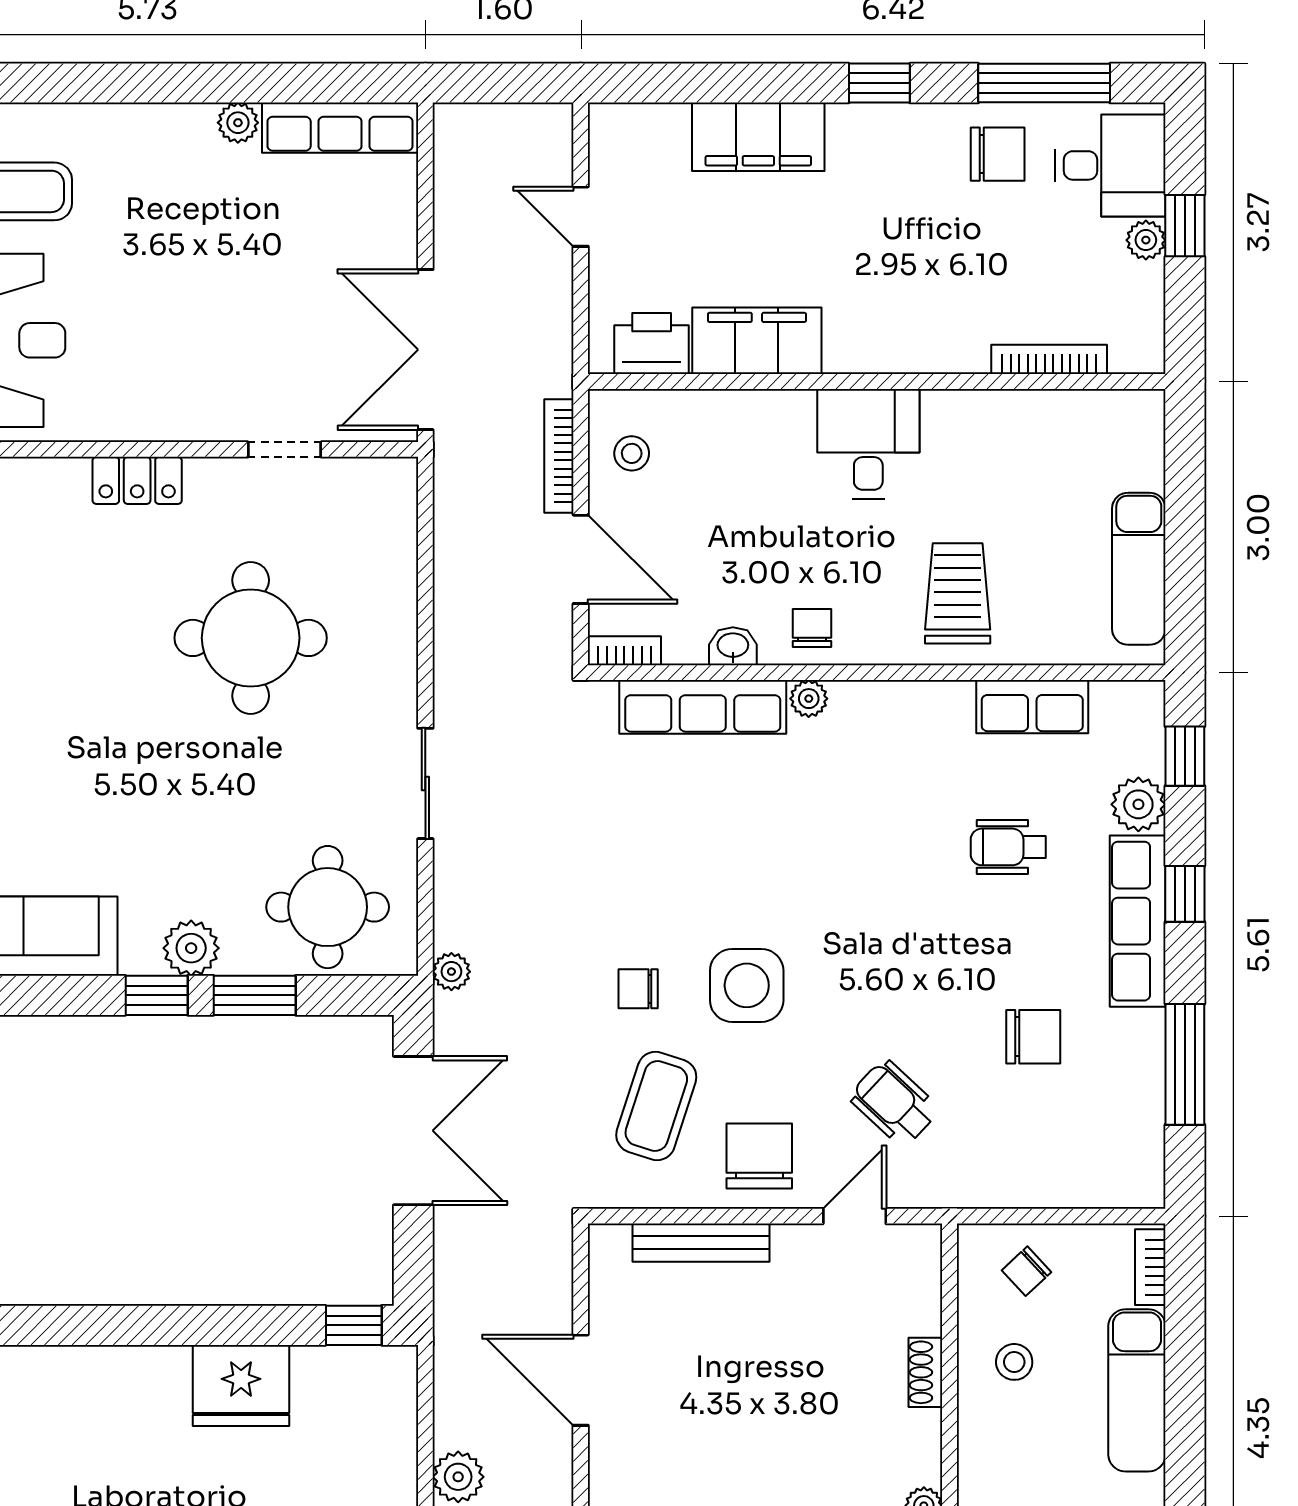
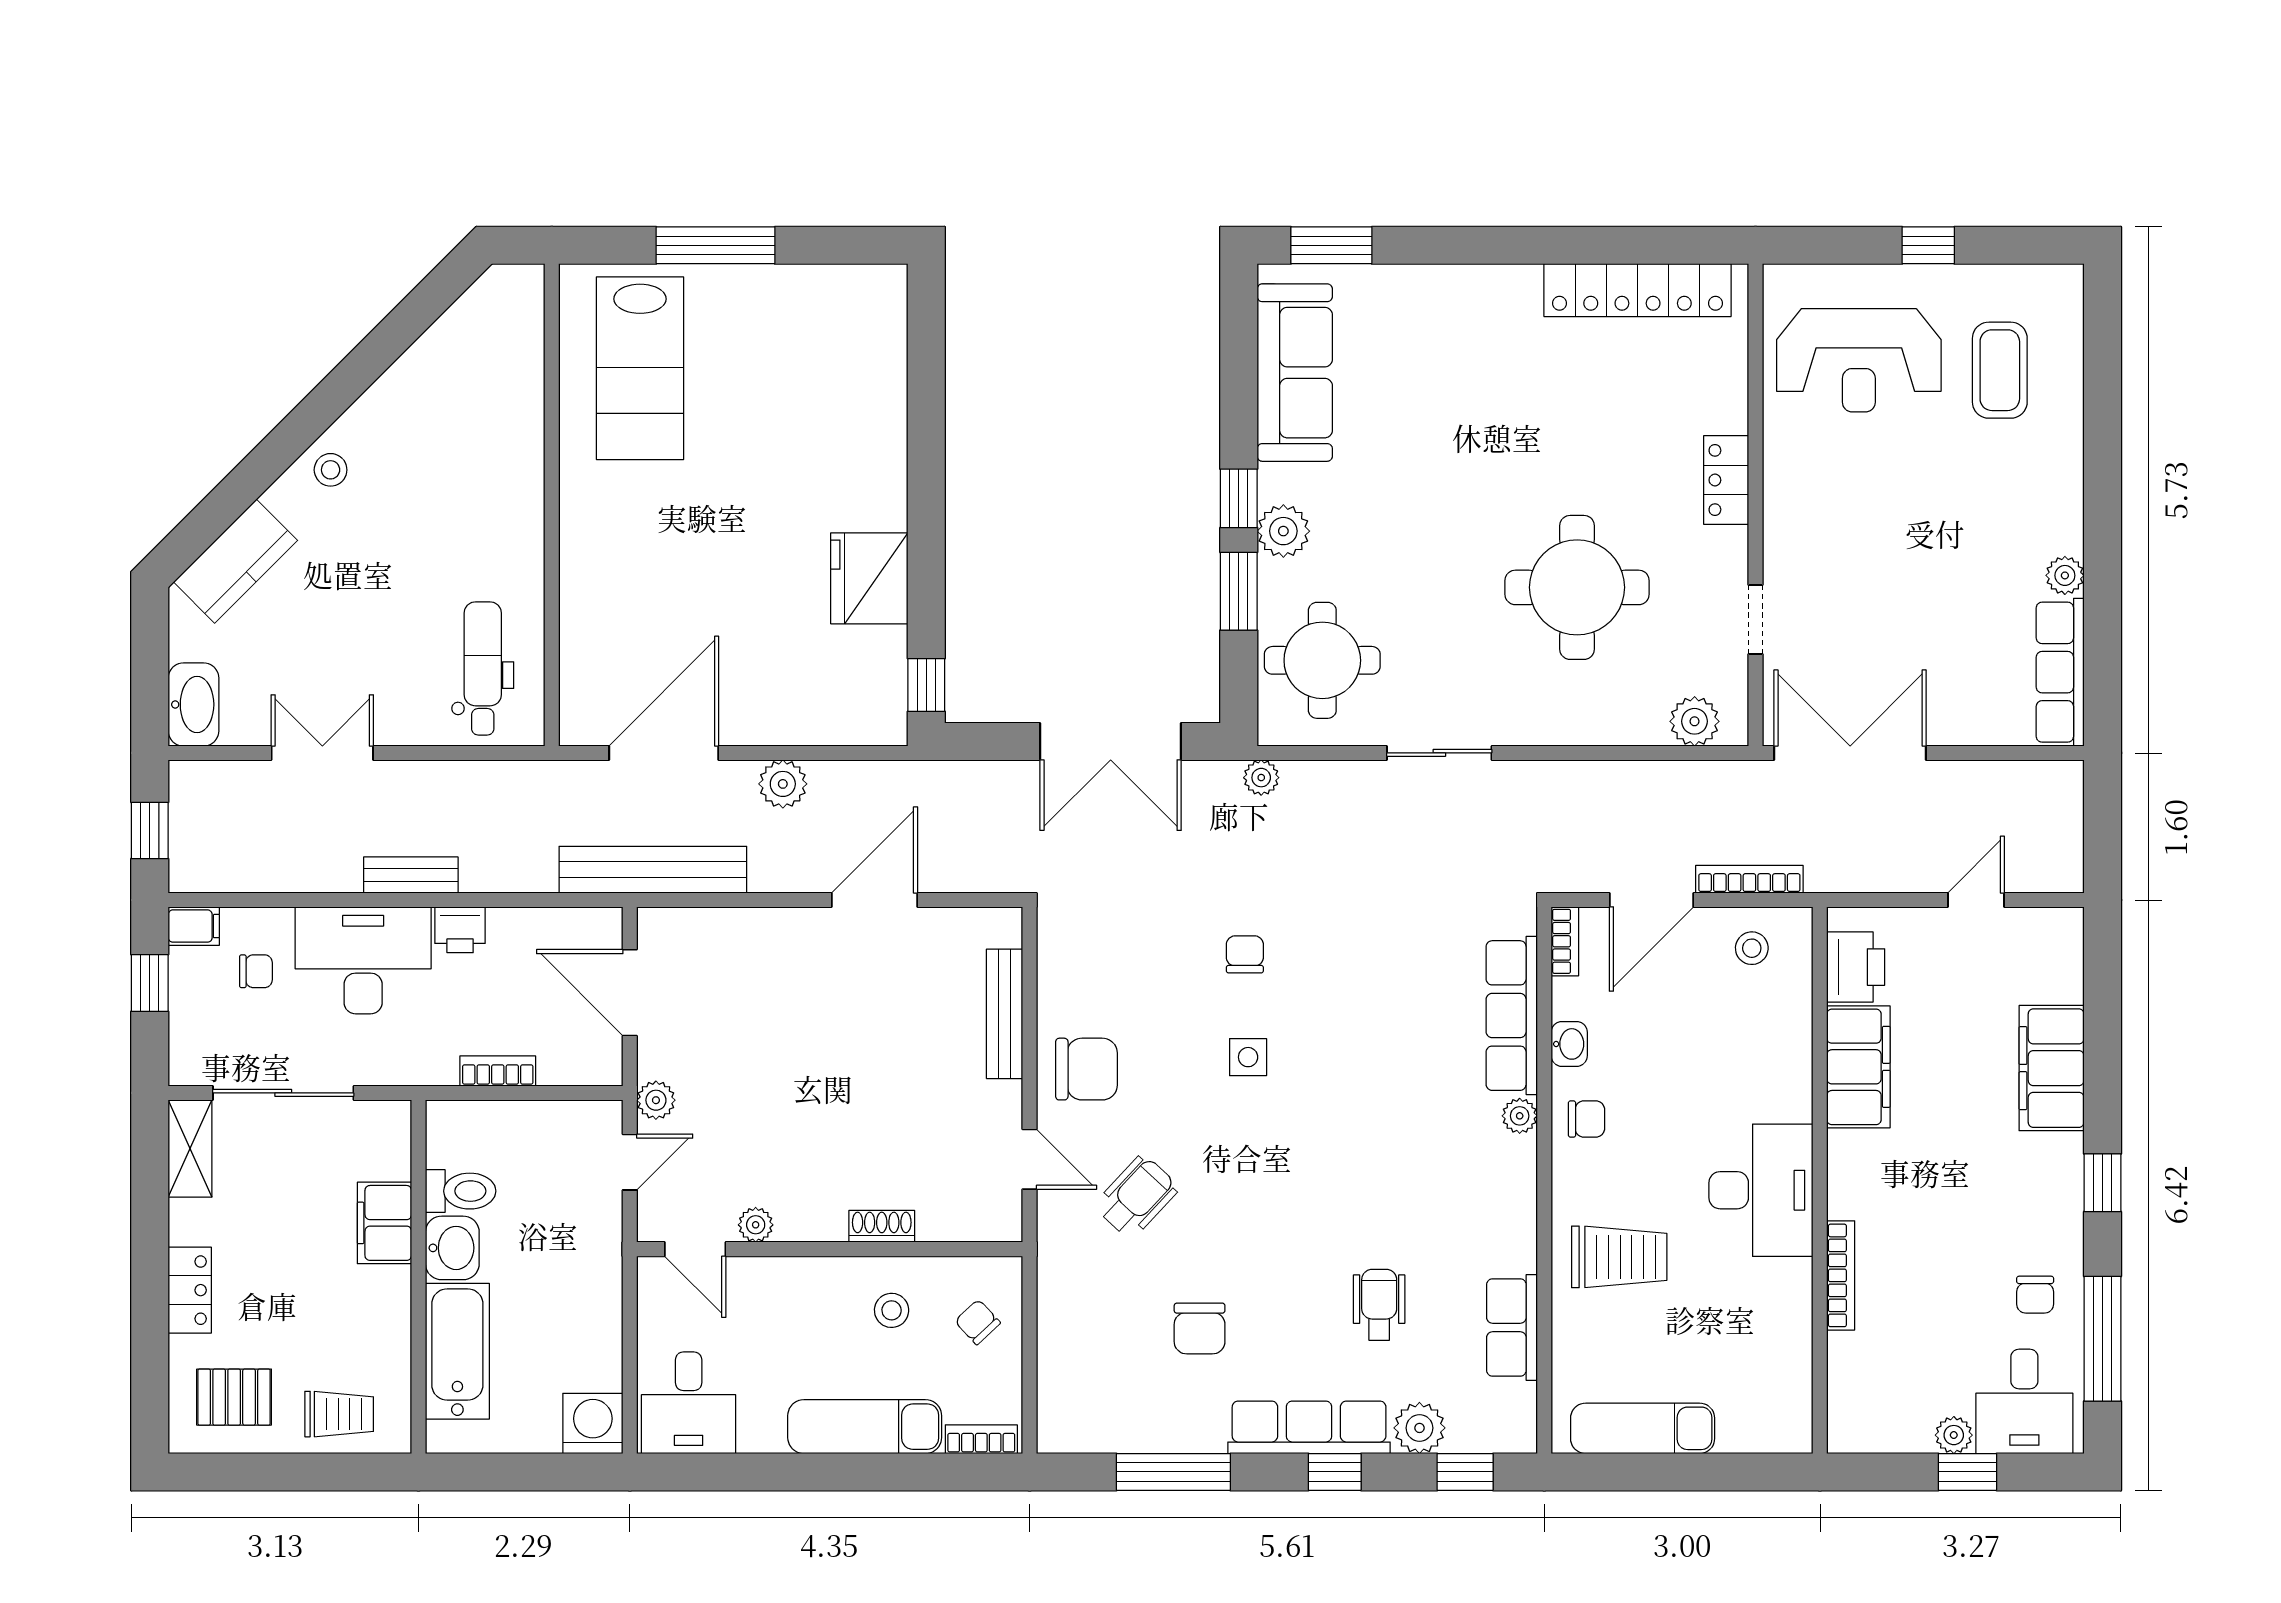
chair: (998, 154) -> (2035, 1295), width x0.73, depth x0.73
bookcase: (1049, 359) -> (1841, 1275), moved
desk: (868, 444) -> (1761, 1190), width x1.37
plant: (392, 514) -> (1695, 721), added
side table: (747, 985) -> (1248, 1057), width x0.54, depth x0.54
coffee table: (656, 1106) -> (1134, 972), removed

